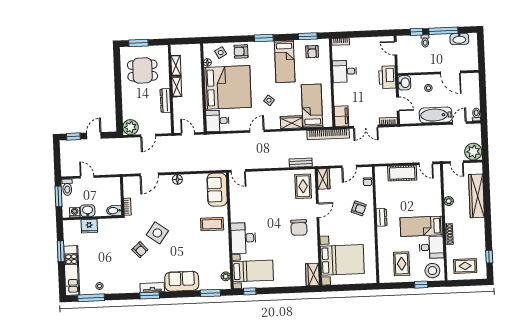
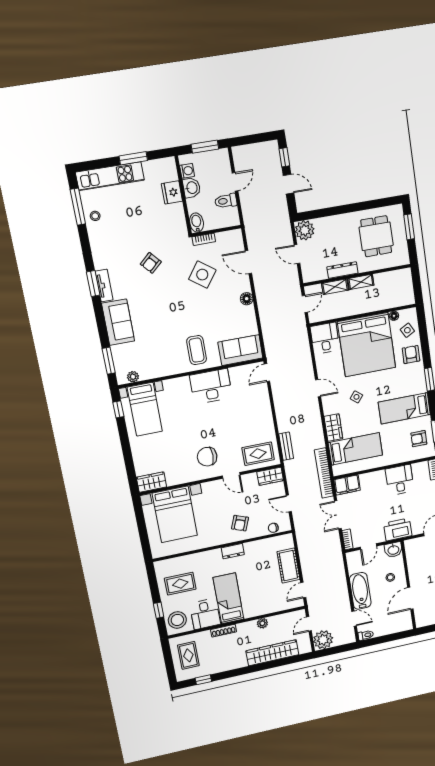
shelving: (176, 66) -> (335, 287), moved
toilet: (67, 187) -> (226, 201), moved
side table: (157, 233) -> (202, 275), moved
desk: (243, 238) -> (211, 386), moved

